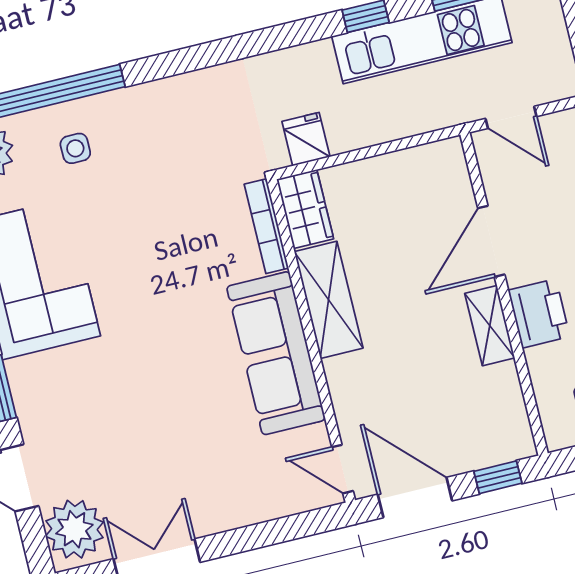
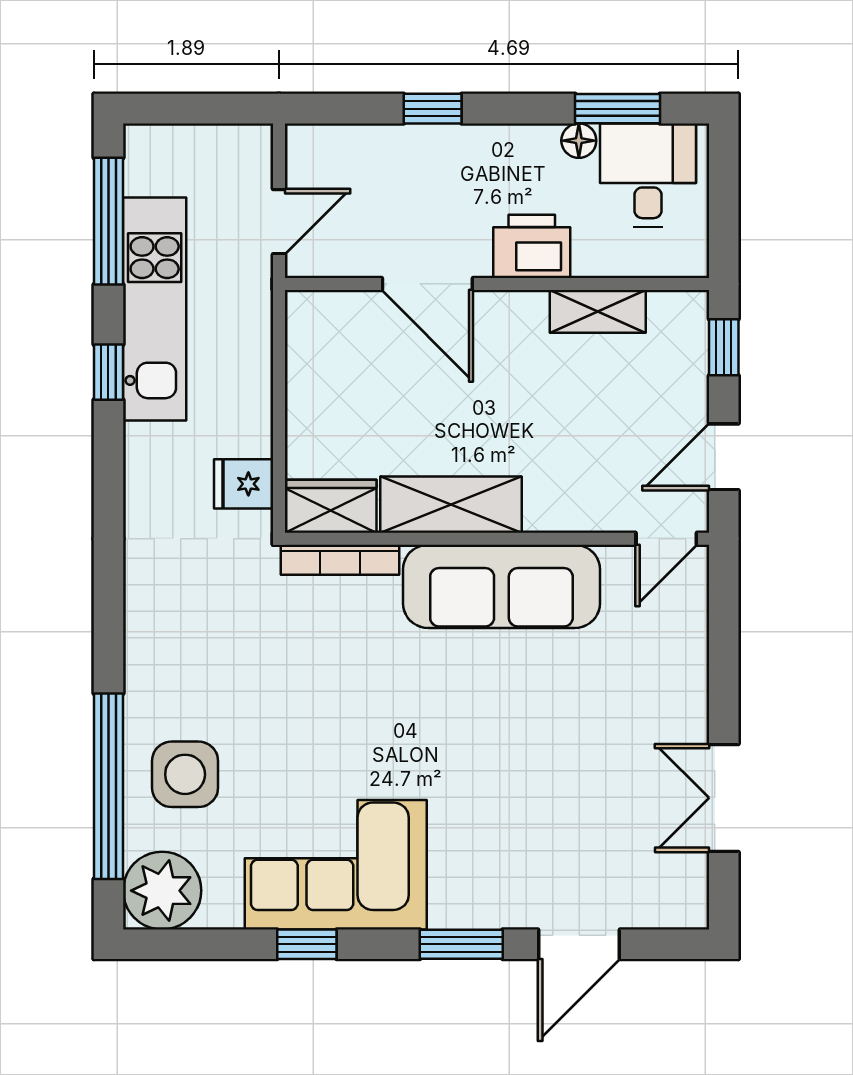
side table: (75, 148) -> (185, 774), width x1.87, depth x1.87
shelving: (490, 326) -> (598, 311), moved
door: (415, 498) -> (724, 457), width x0.73
plant: (74, 529) -> (660, 891), removed

